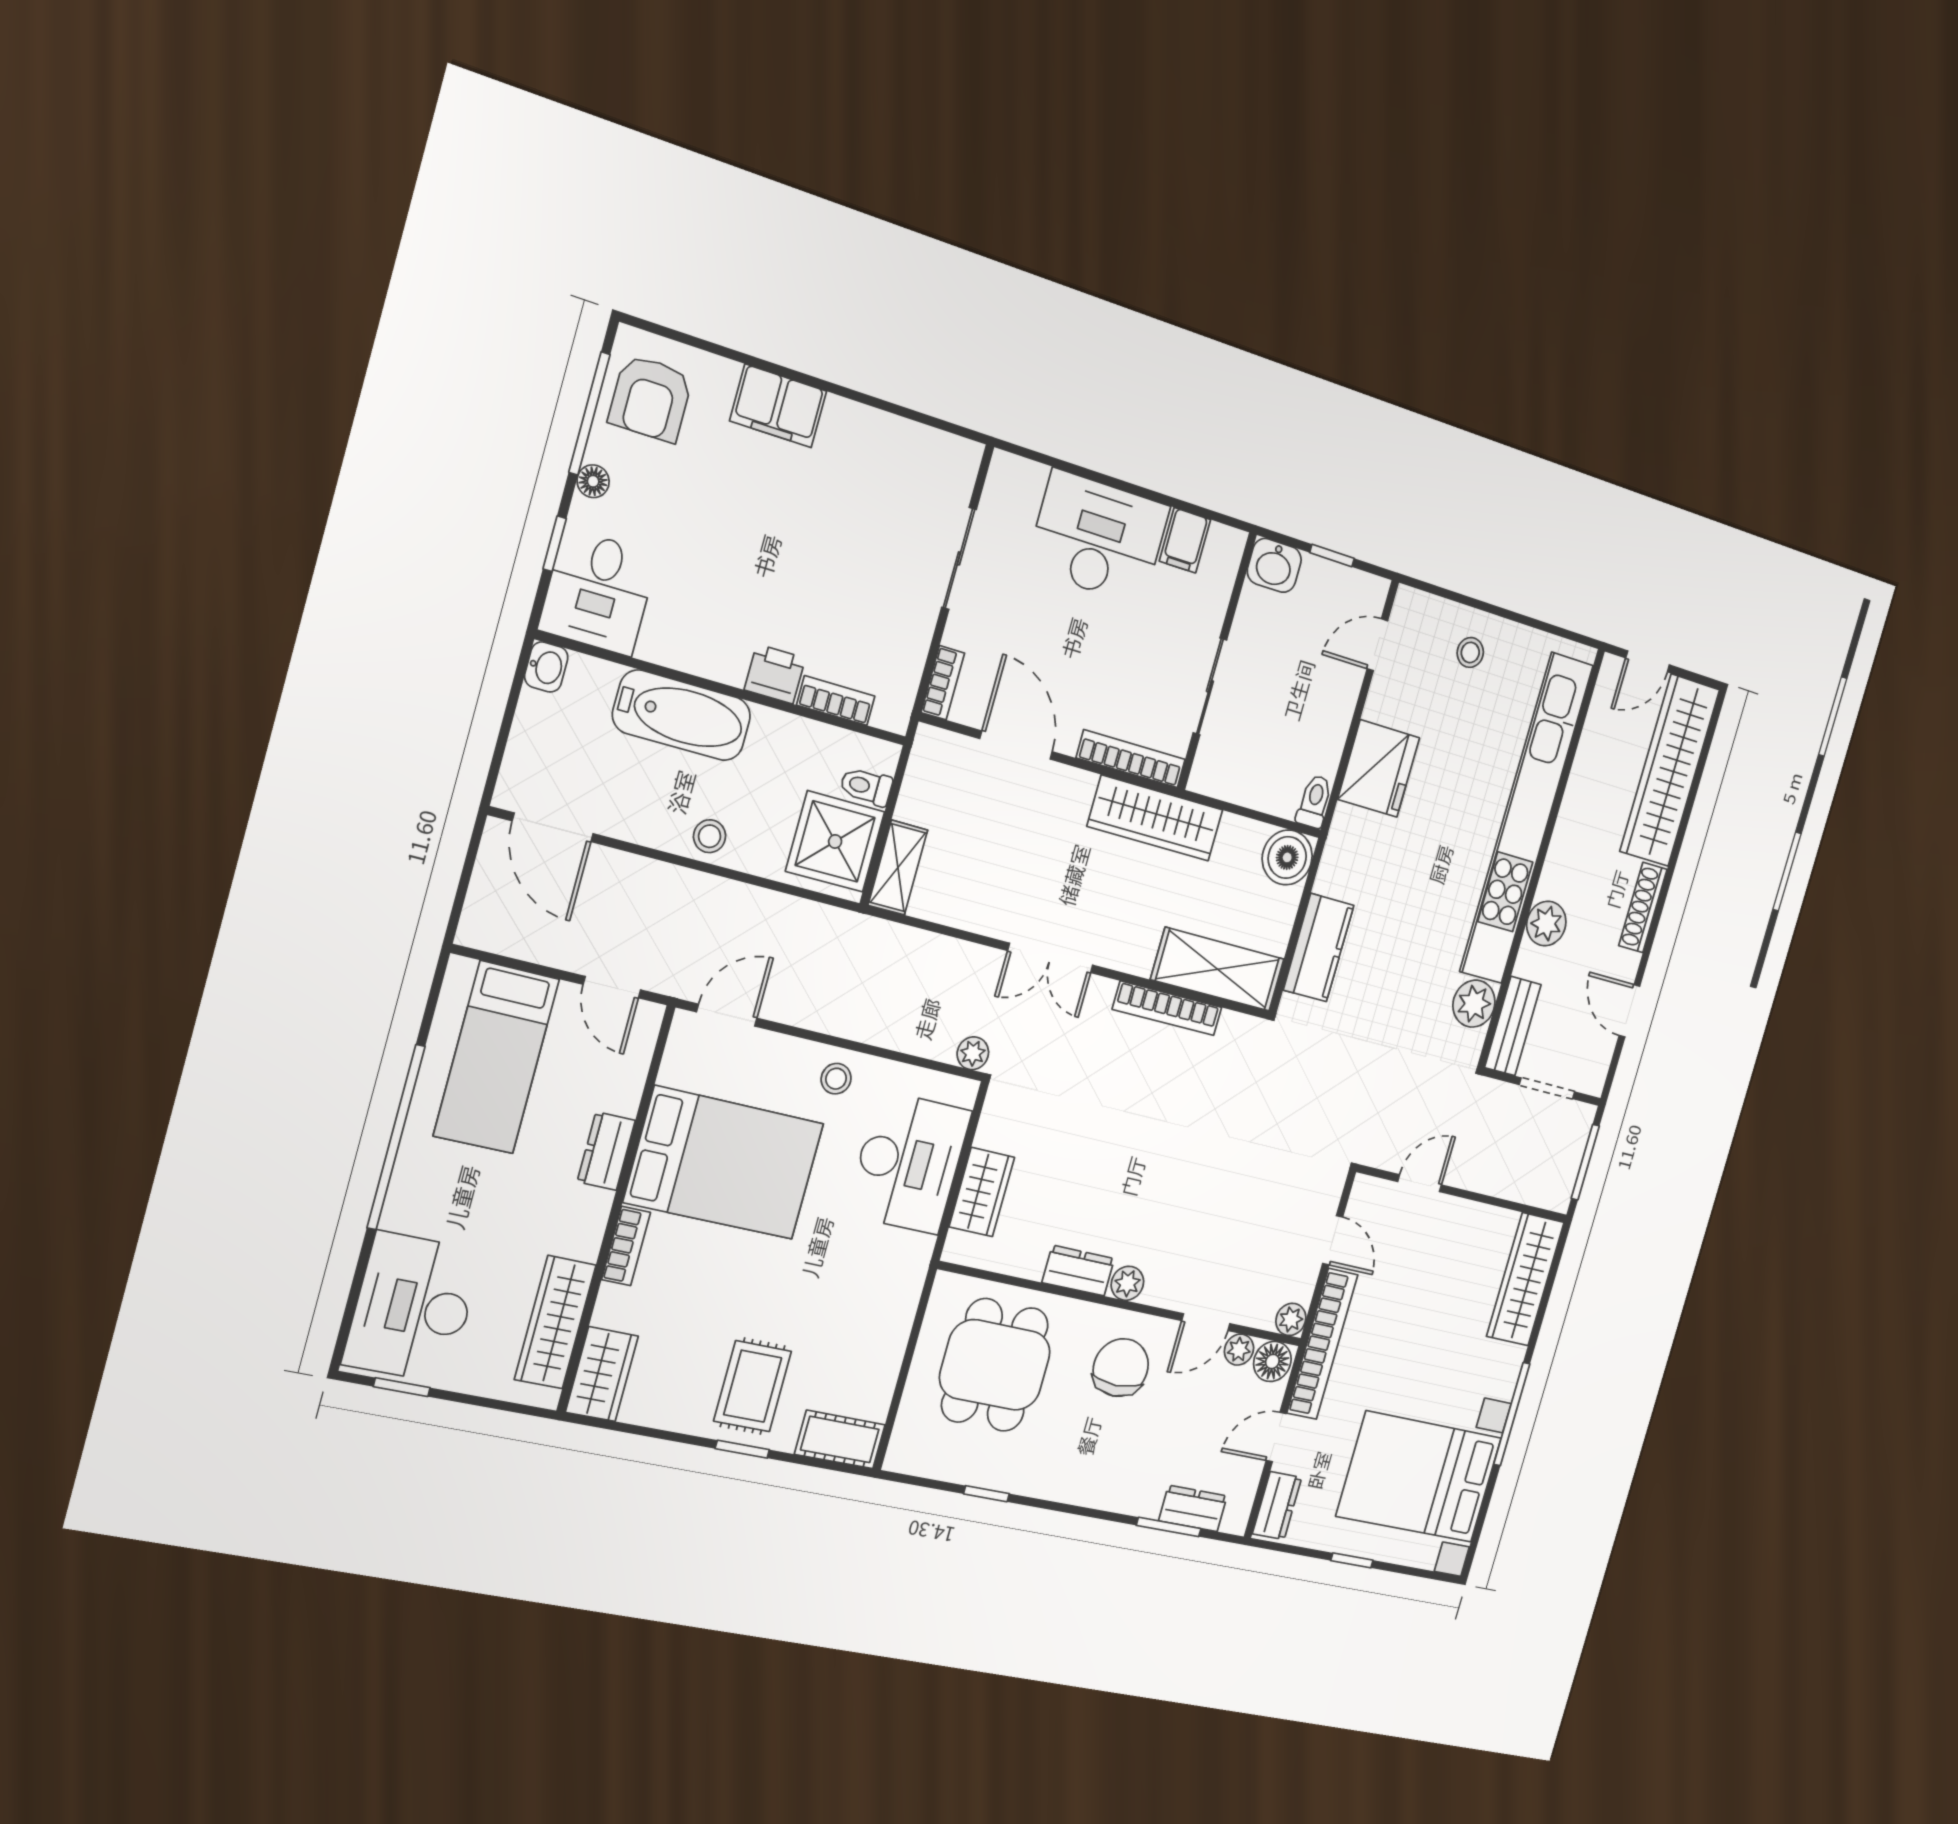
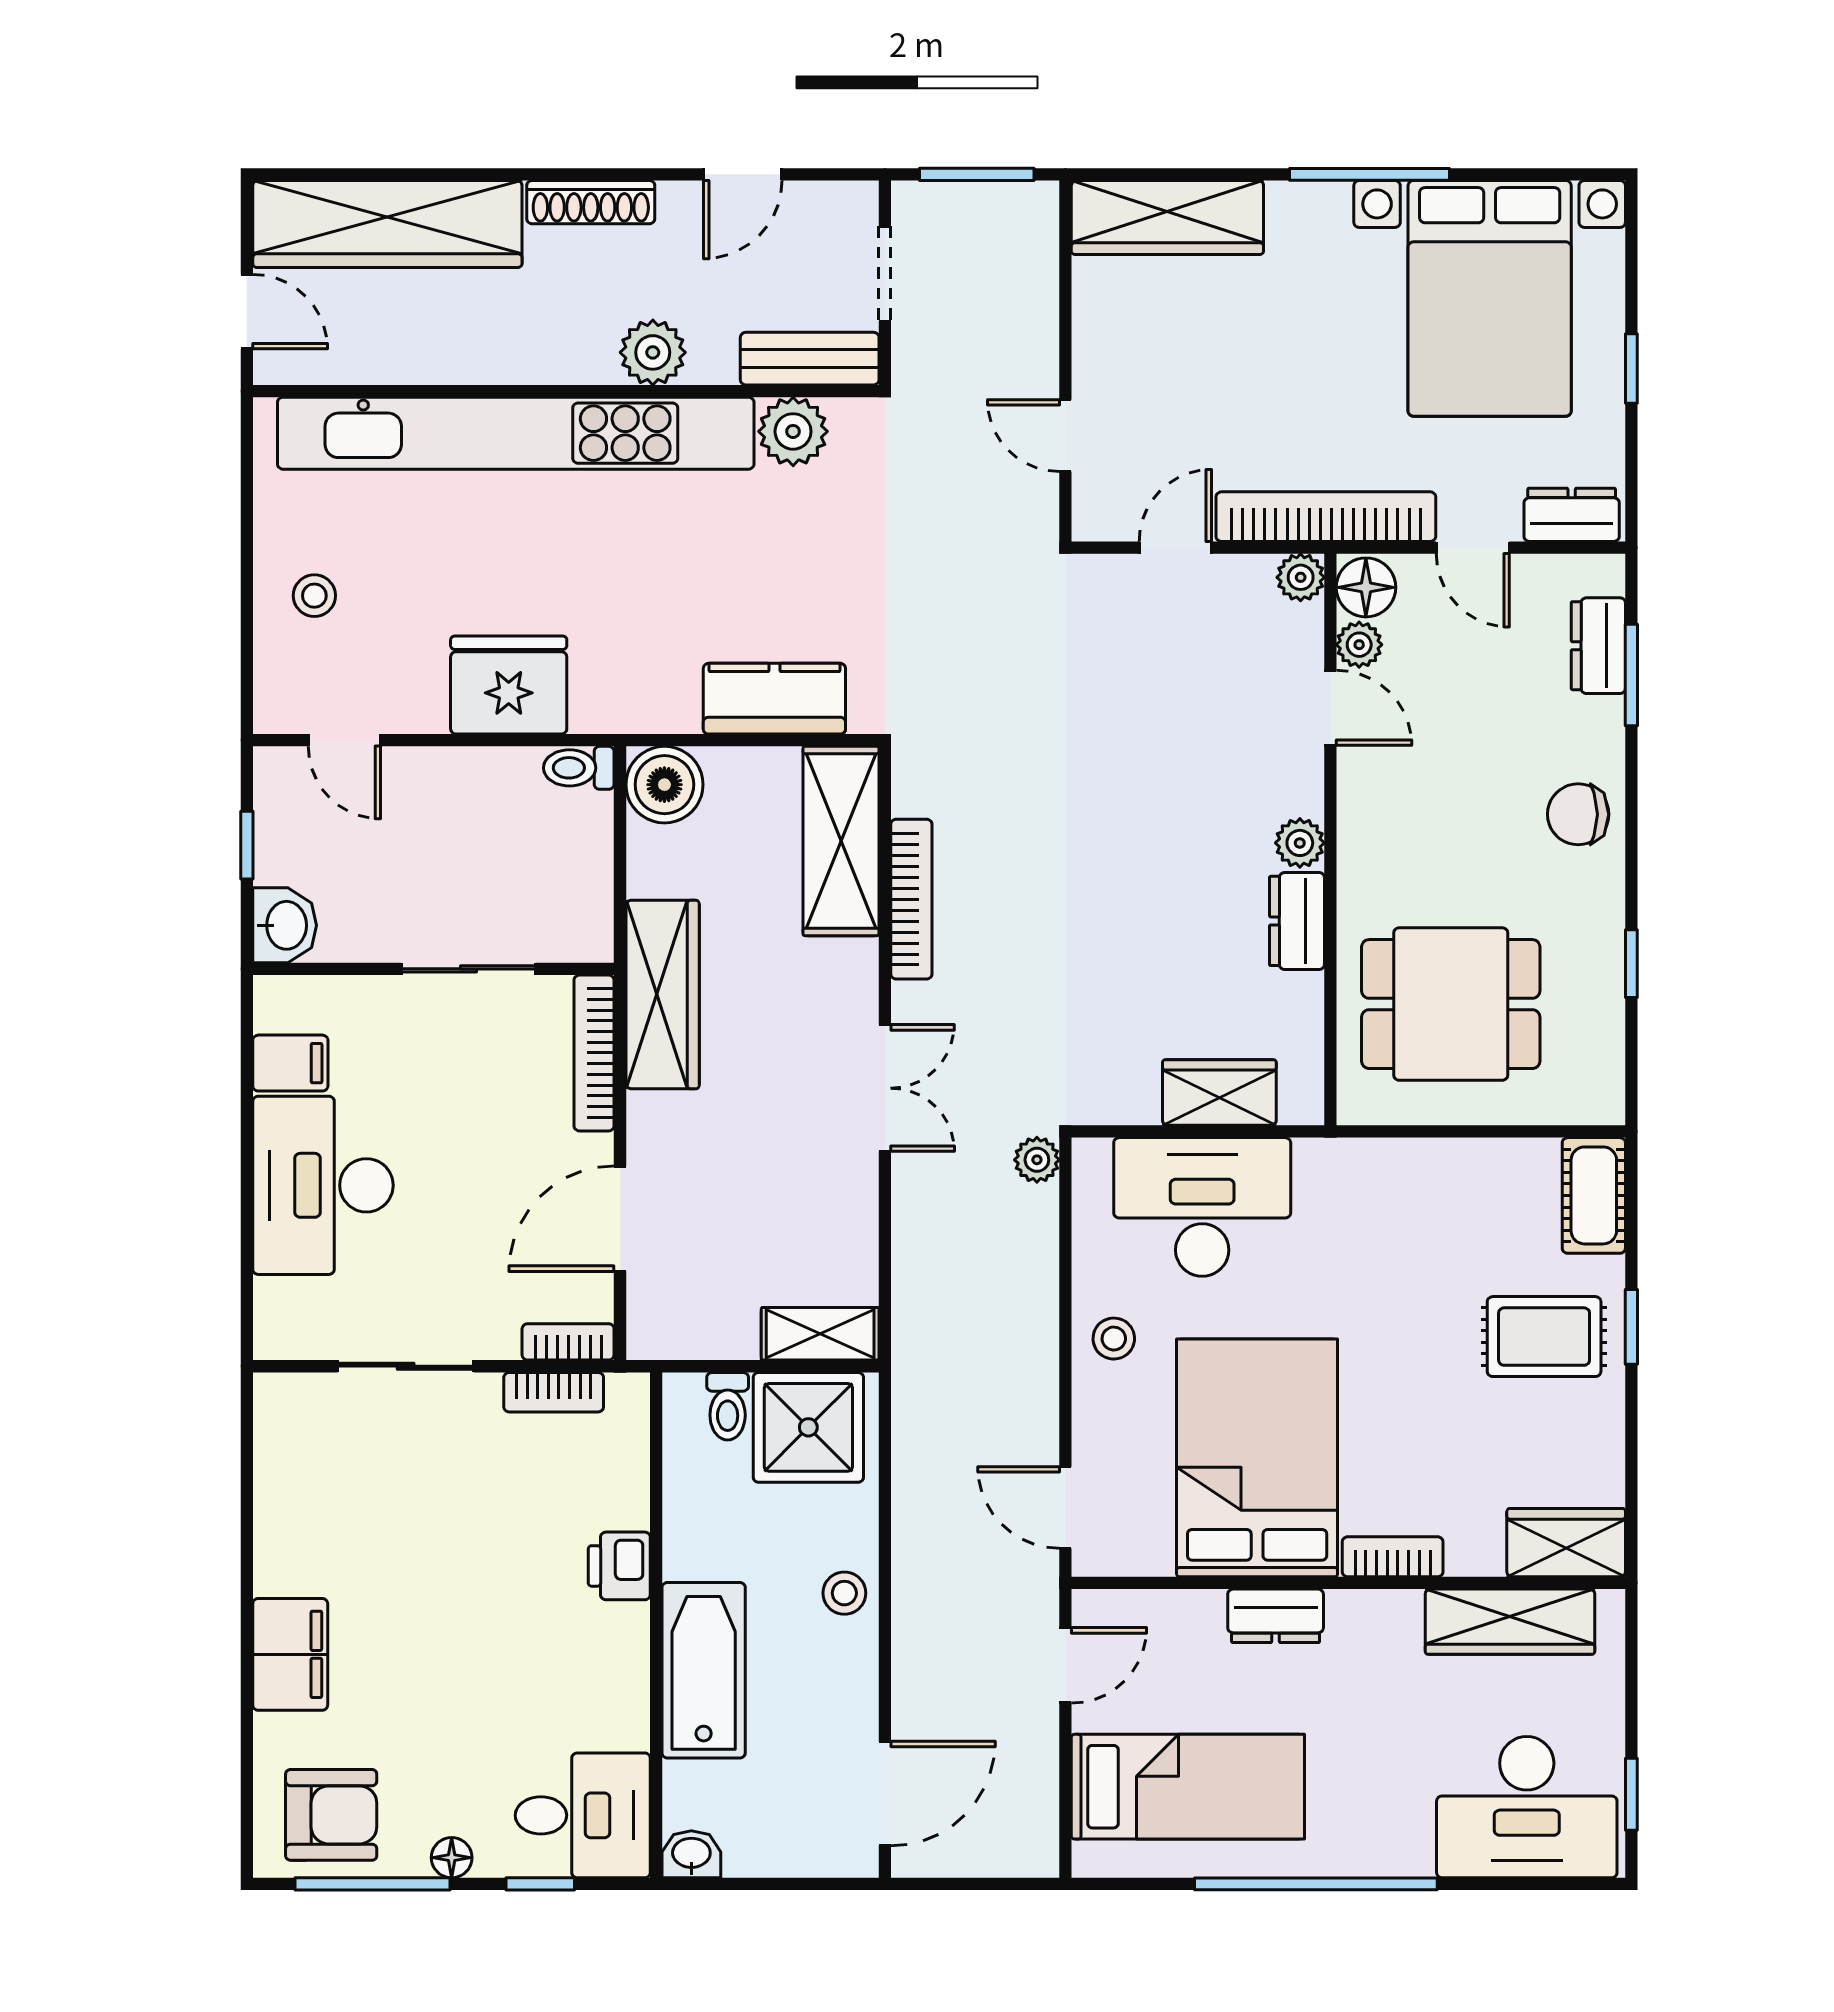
bookcase: (836, 701) -> (554, 1392), moved, turned -90
chair: (1121, 1368) -> (1578, 814), moved, width x0.73, depth x0.73

